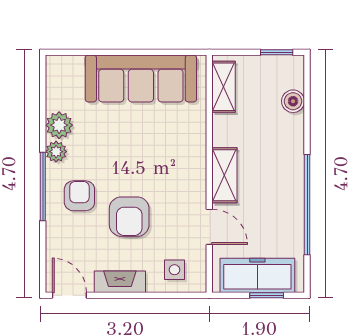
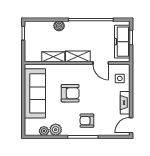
shelving: (223, 87) -> (53, 57), moved
boiler: (293, 101) -> (59, 26), moved
plant: (56, 152) -> (44, 131), moved
armchair: (129, 217) -> (70, 93), moved
door: (209, 227) -> (101, 63), swing flipped

